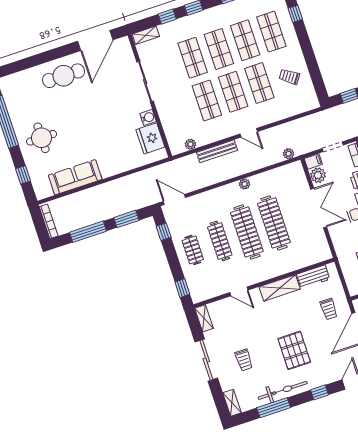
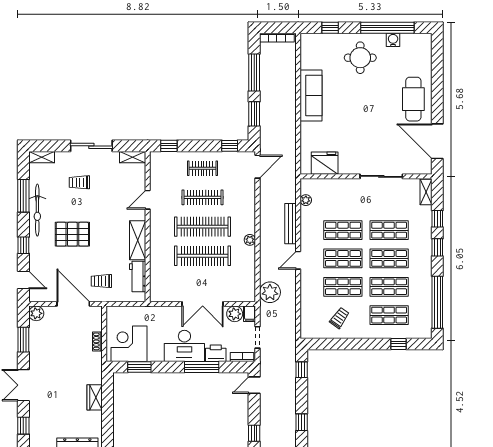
water cooler: (148, 117) -> (393, 40), moved, turned 180
plant: (289, 154) -> (270, 292), width x1.87, depth x1.87
sofa: (75, 177) -> (311, 96), moved

